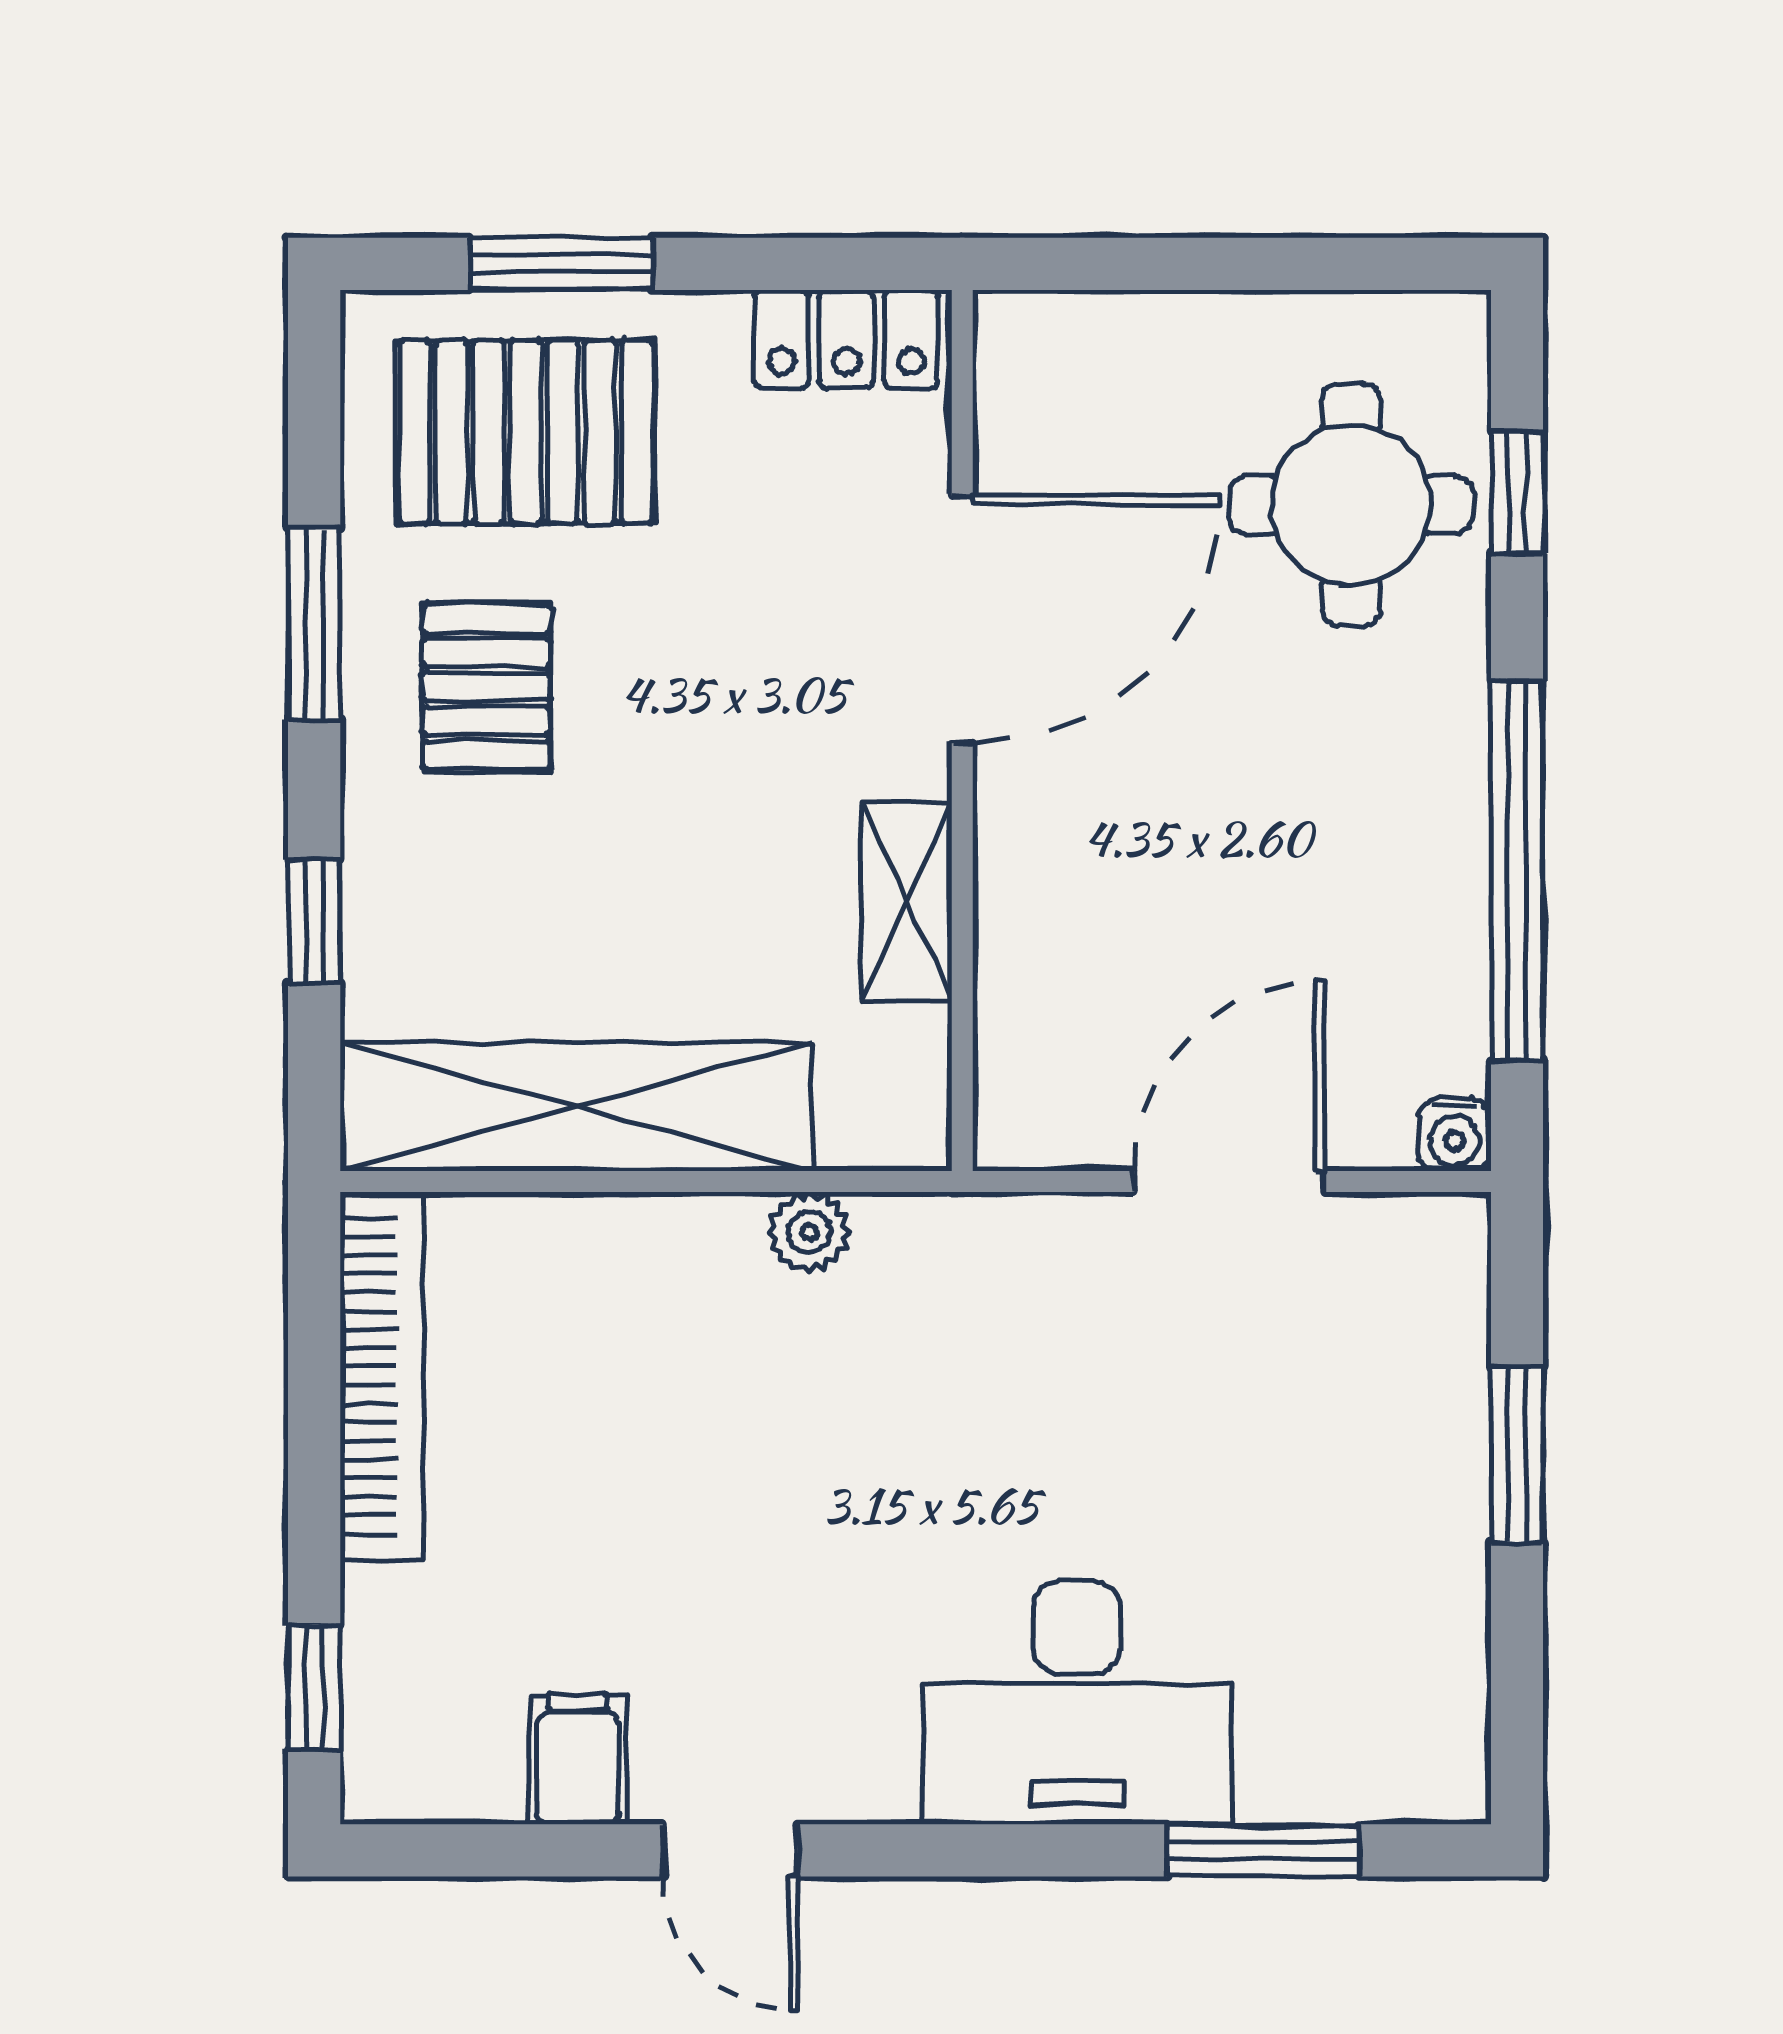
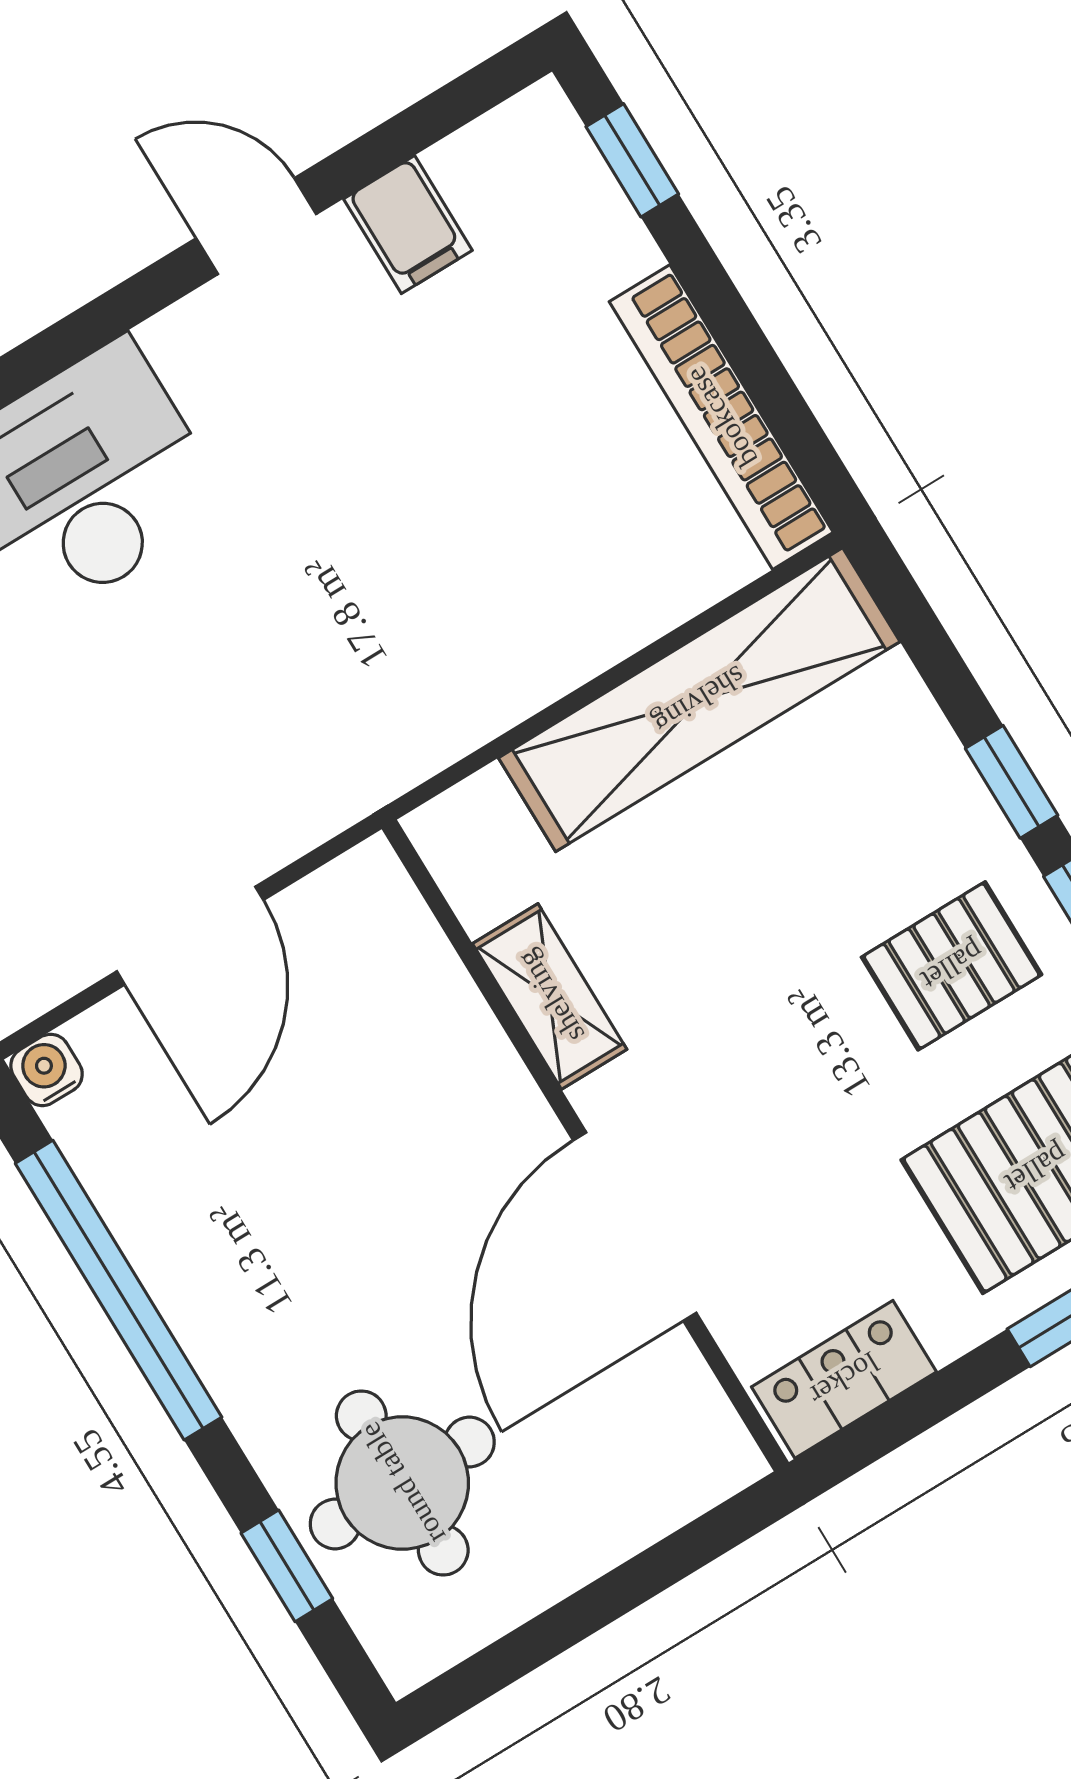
pallet: (486, 687) -> (952, 966), turned 90
window: (314, 922) -> (1012, 782), moved
plant: (809, 1232) -> (474, 712), removed

